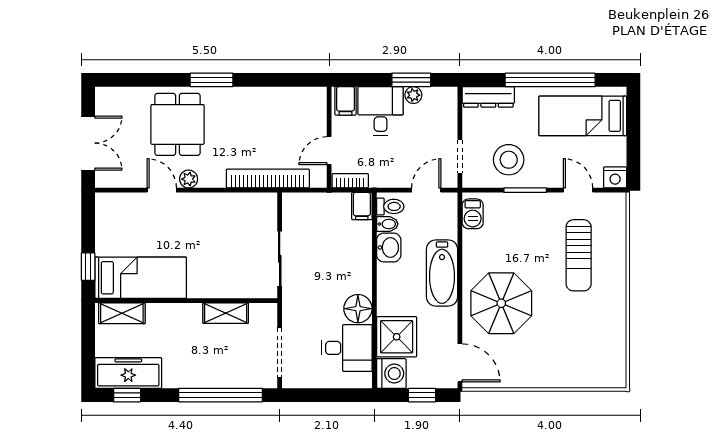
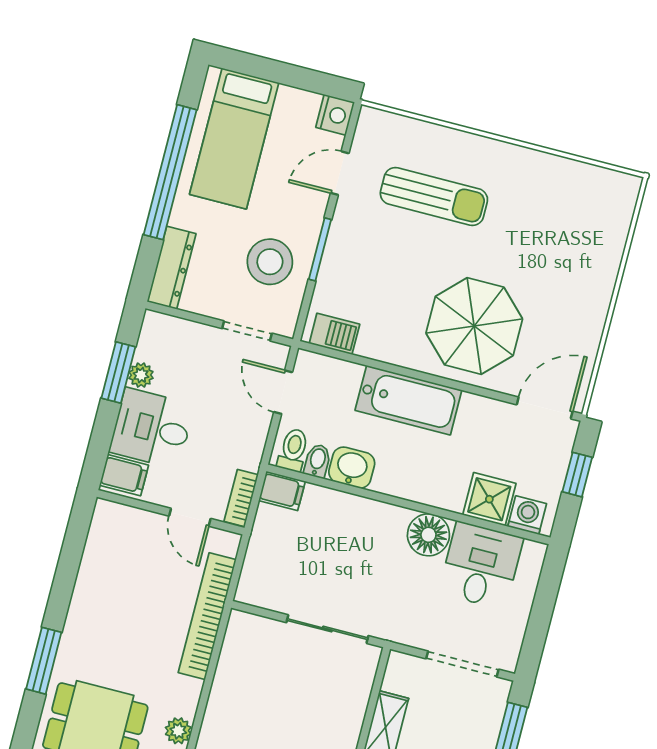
shower: (397, 337) -> (489, 499), width x0.73, depth x0.73
washing machine: (391, 373) -> (527, 515), width x0.73, depth x0.73

